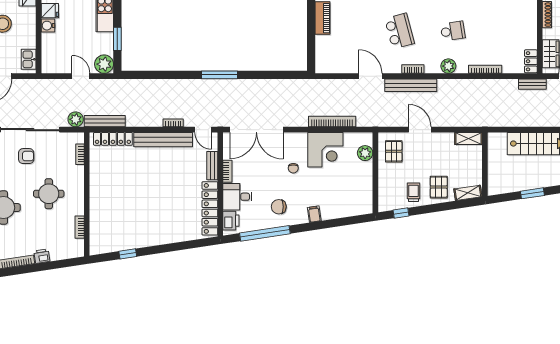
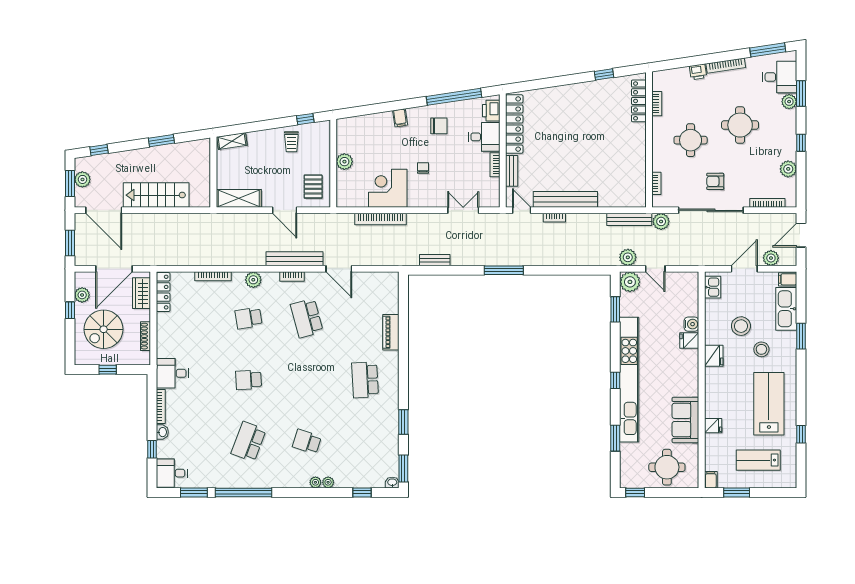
locker: (531, 61) -> (163, 292), width x1.53
bench: (532, 84) -> (435, 260), moved
plant: (106, 87) -> (628, 257), added
double door: (256, 130) -> (463, 210), width x0.54
shelving: (469, 138) -> (239, 198), width x1.50, depth x1.33
locker: (113, 139) -> (639, 101), moved, turned -90
plant: (365, 153) -> (344, 162), moved
pallet: (439, 187) -> (264, 147), removed

